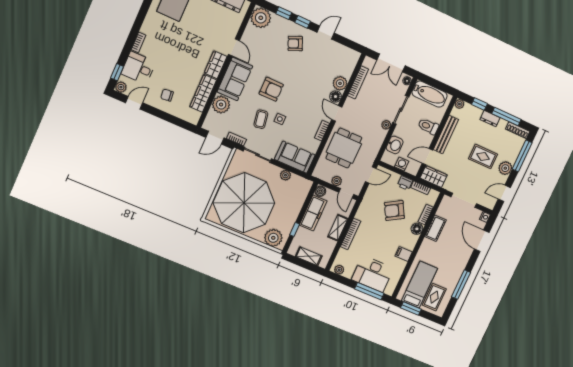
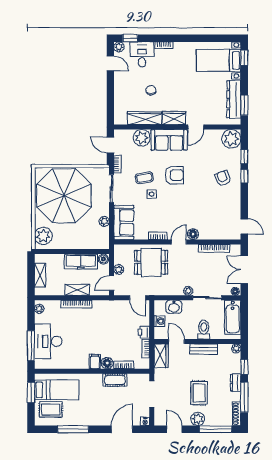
door: (326, 33) -> (244, 226), moved
plant: (340, 83) -> (206, 233), removed
armchair: (271, 89) -> (174, 175), turned -90
chair: (167, 95) -> (151, 90), moved
bench: (446, 135) -> (204, 349), width x0.73
armchair: (394, 211) -> (115, 334), removed
window: (295, 229) -> (59, 251), removed
filing cabinet: (404, 254) -> (95, 362), moved

